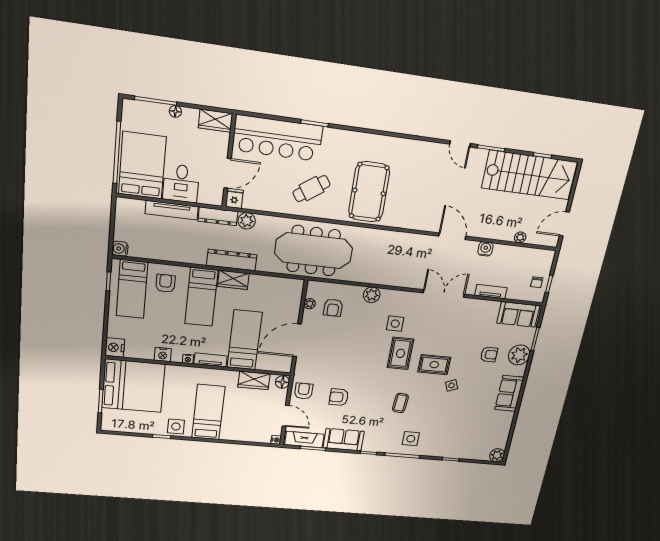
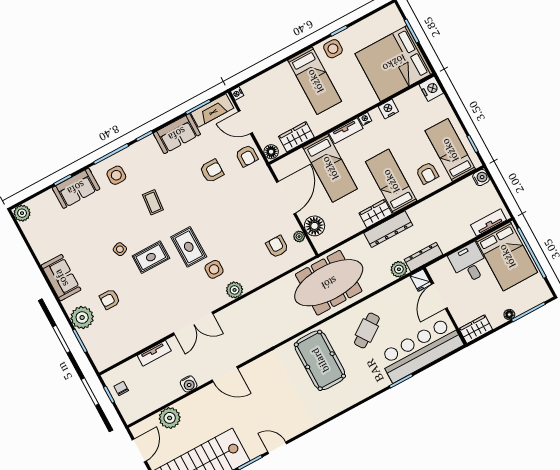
tv unit: (172, 210) -> (489, 223), moved, width x0.71
plant: (520, 237) -> (170, 418), width x1.87, depth x1.87
plant: (372, 295) -> (235, 290), moved
floor lamp: (291, 304) -> (314, 226), added
sofa: (518, 314) -> (76, 188), moved, turned 180

